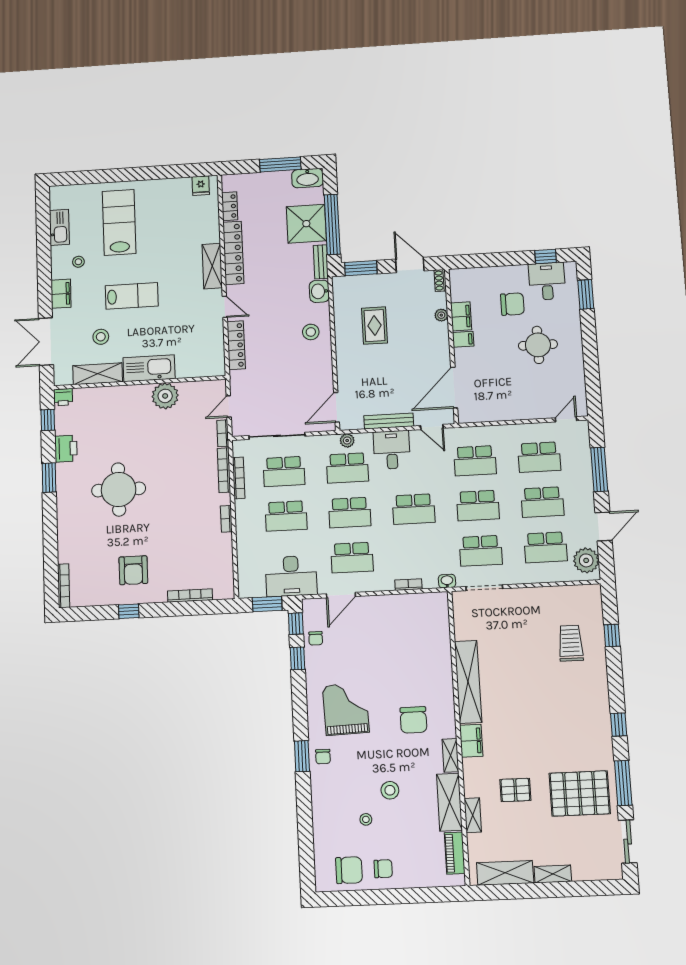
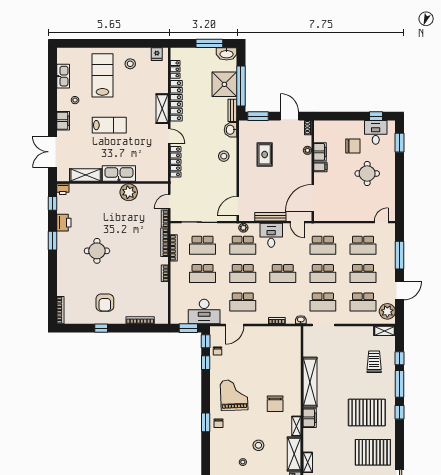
stool: (101, 337) -> (130, 64), moved
round table: (119, 489) -> (97, 251), width x0.73, depth x0.73
shelving: (584, 592) -> (385, 331), added
window: (623, 783) -> (400, 384), moved
pallet: (515, 790) -> (367, 412), moved, width x2.05, depth x2.00

